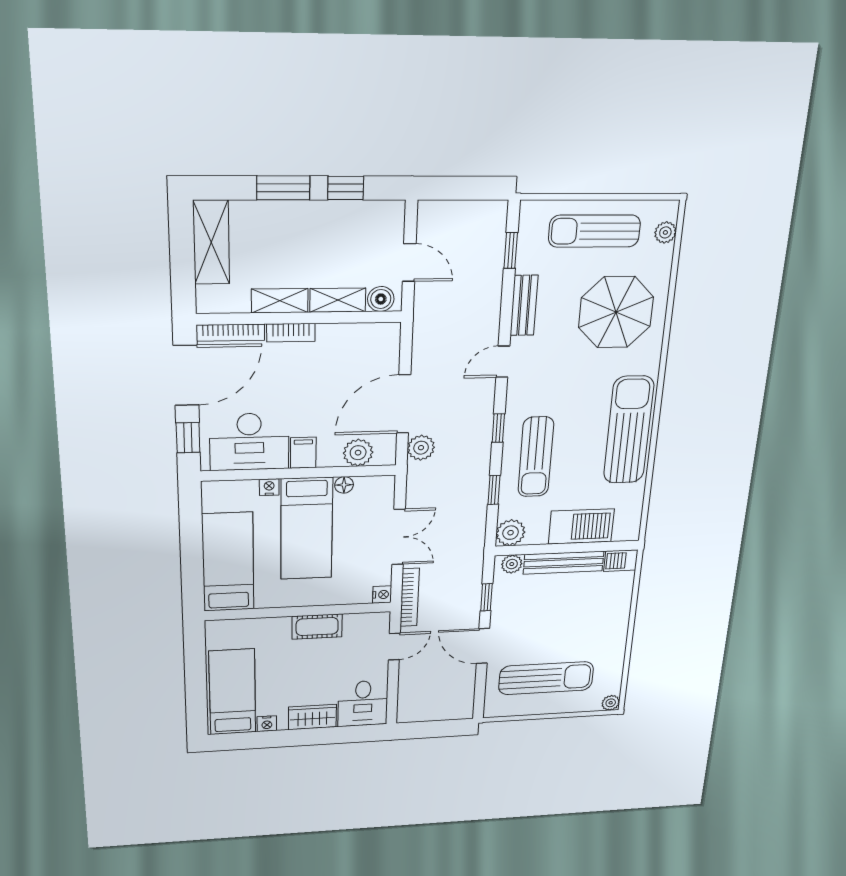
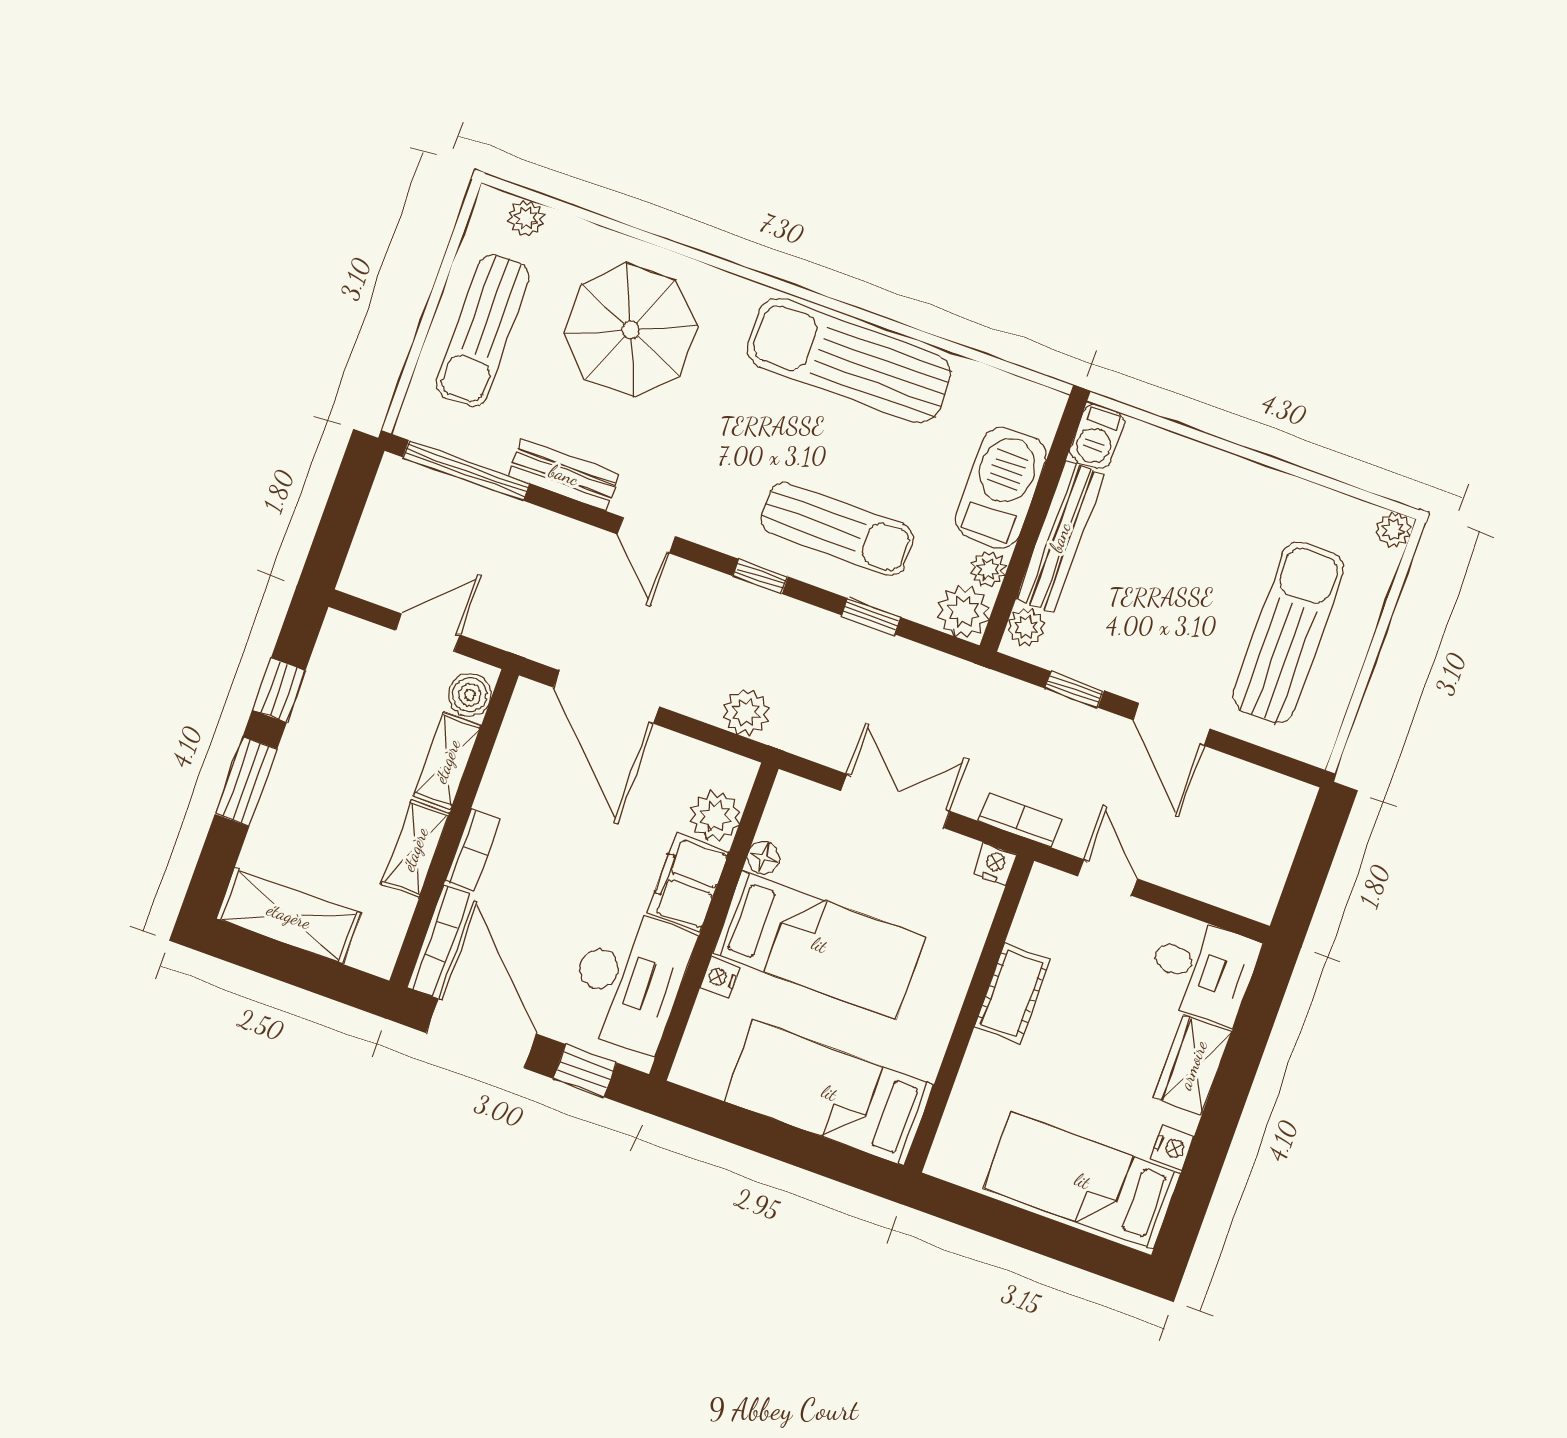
window: (511, 251) -> (466, 470), width x2.17
door: (404, 404) -> (606, 697), moved
filing cabinet: (303, 453) -> (688, 882), width x2.00
plant: (537, 536) -> (988, 569), added
bookcase: (410, 597) -> (1020, 820), width x0.64
door: (483, 646) -> (1171, 724), hinge flipped

